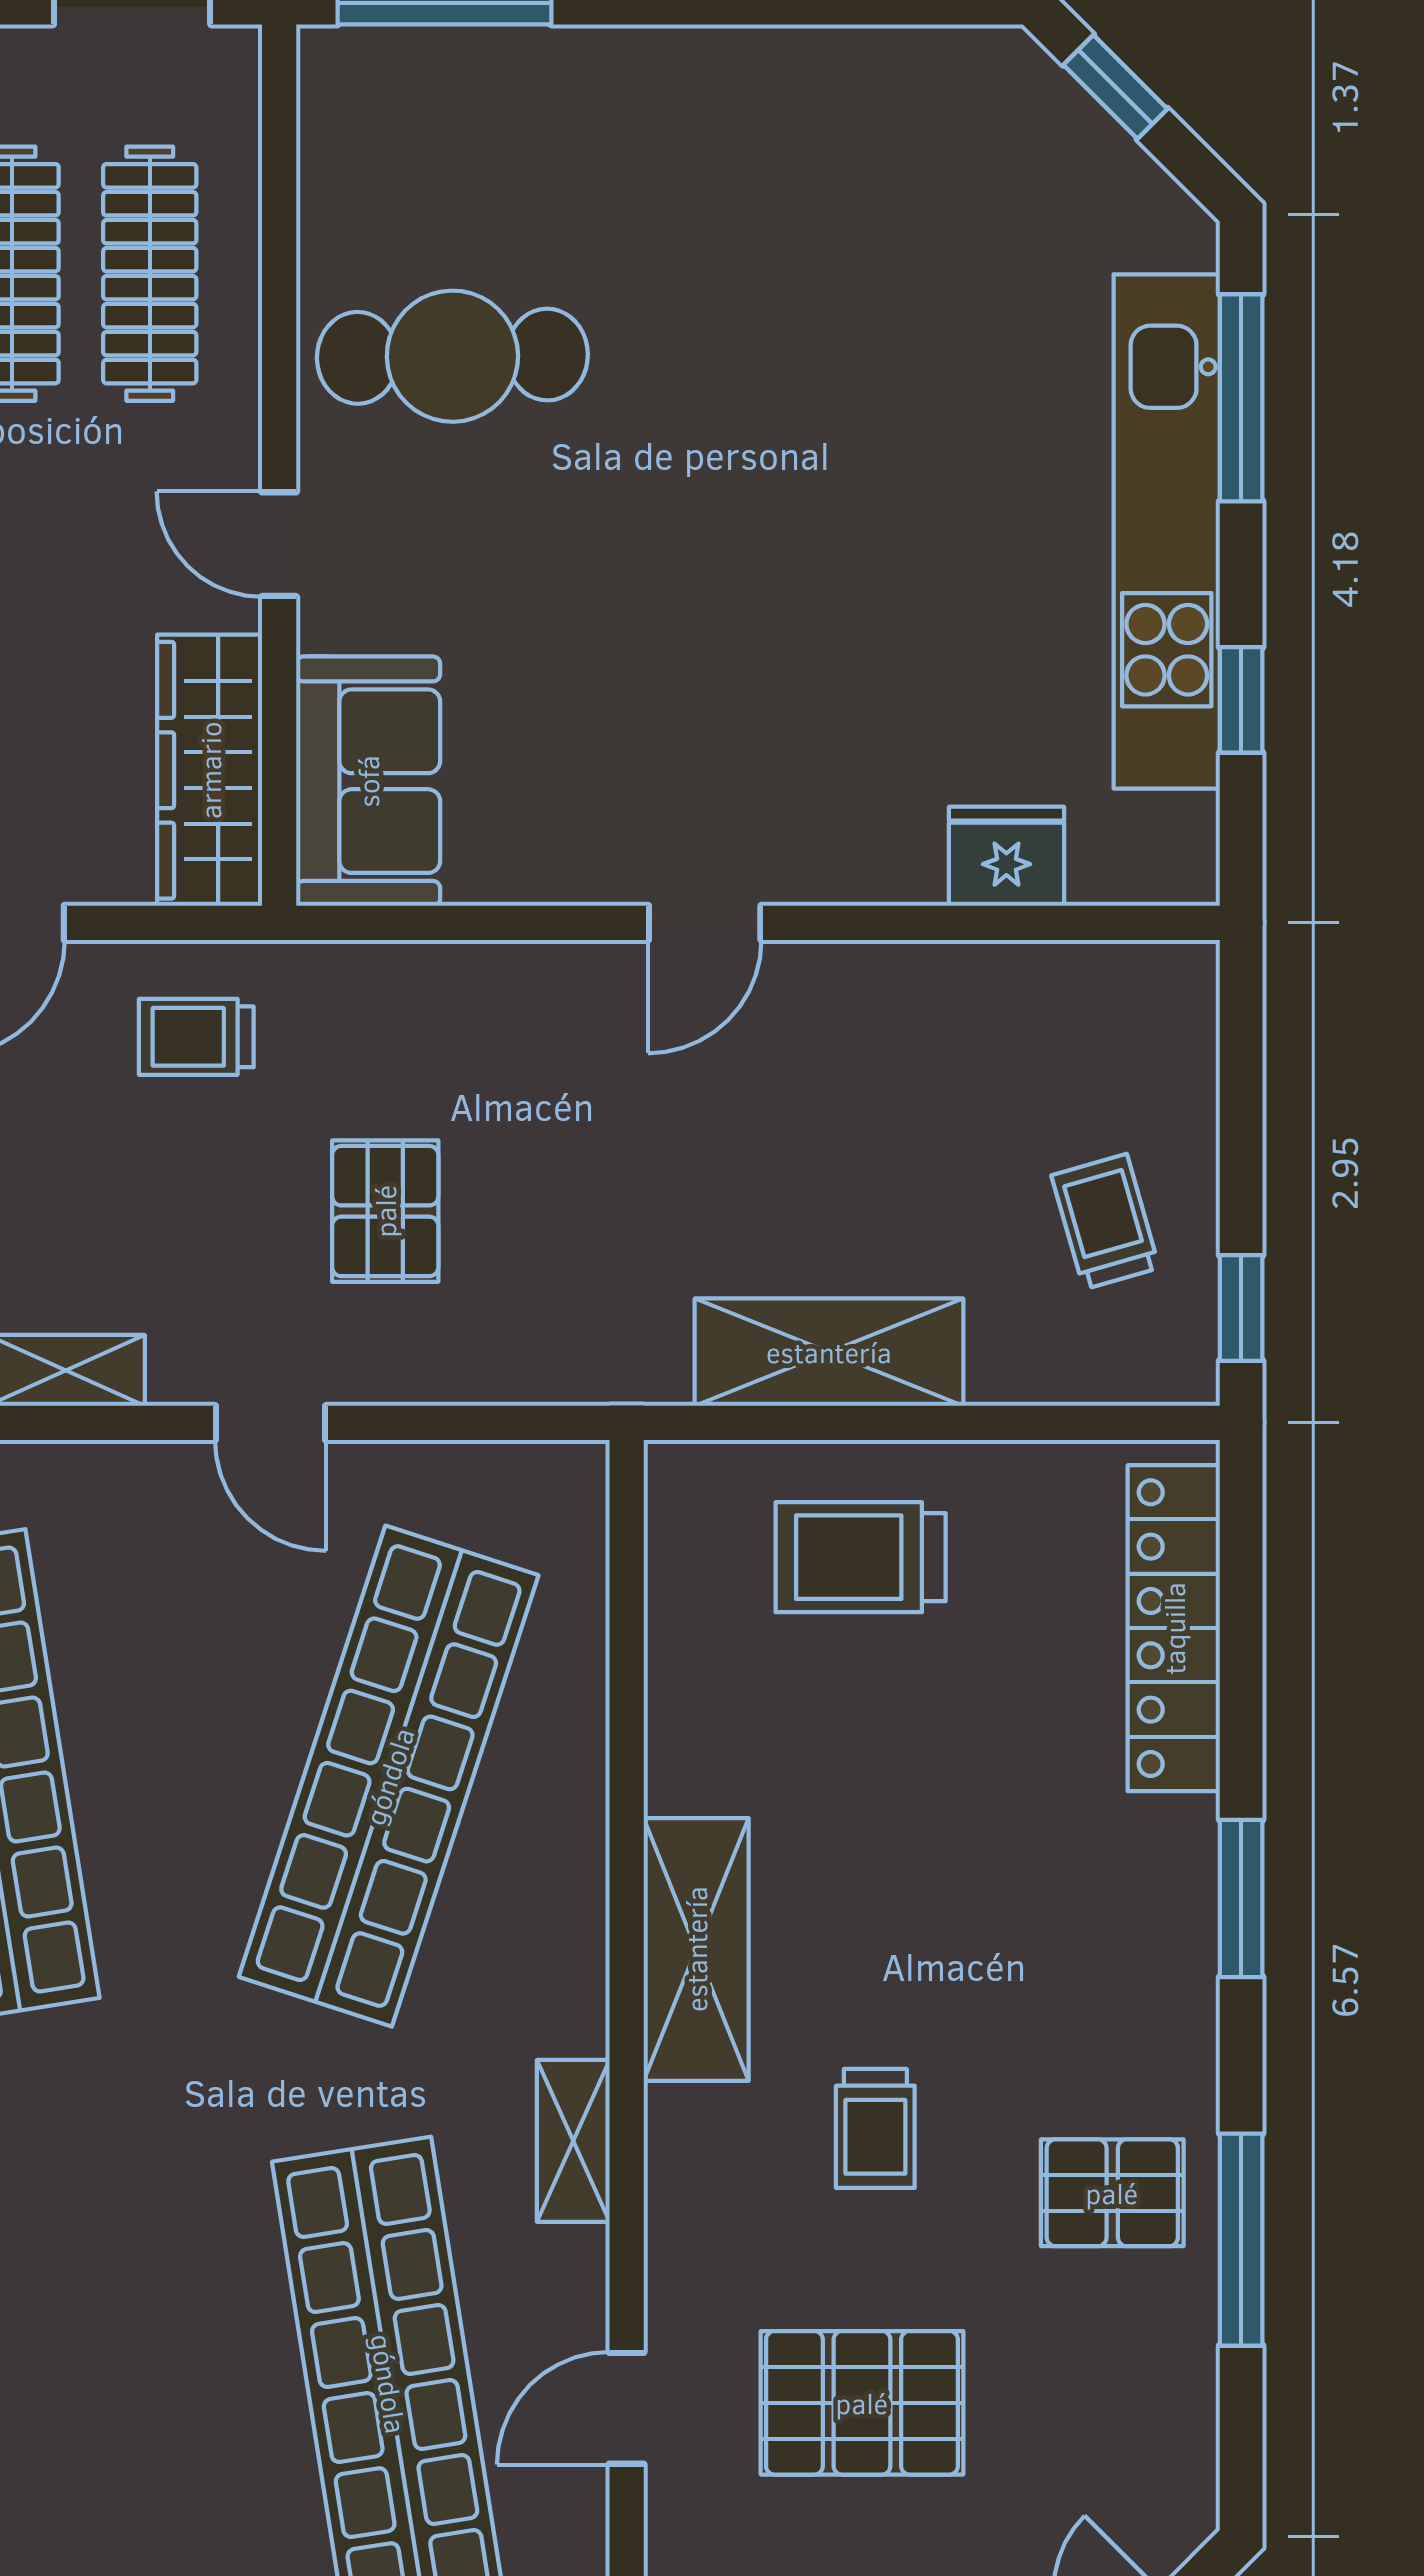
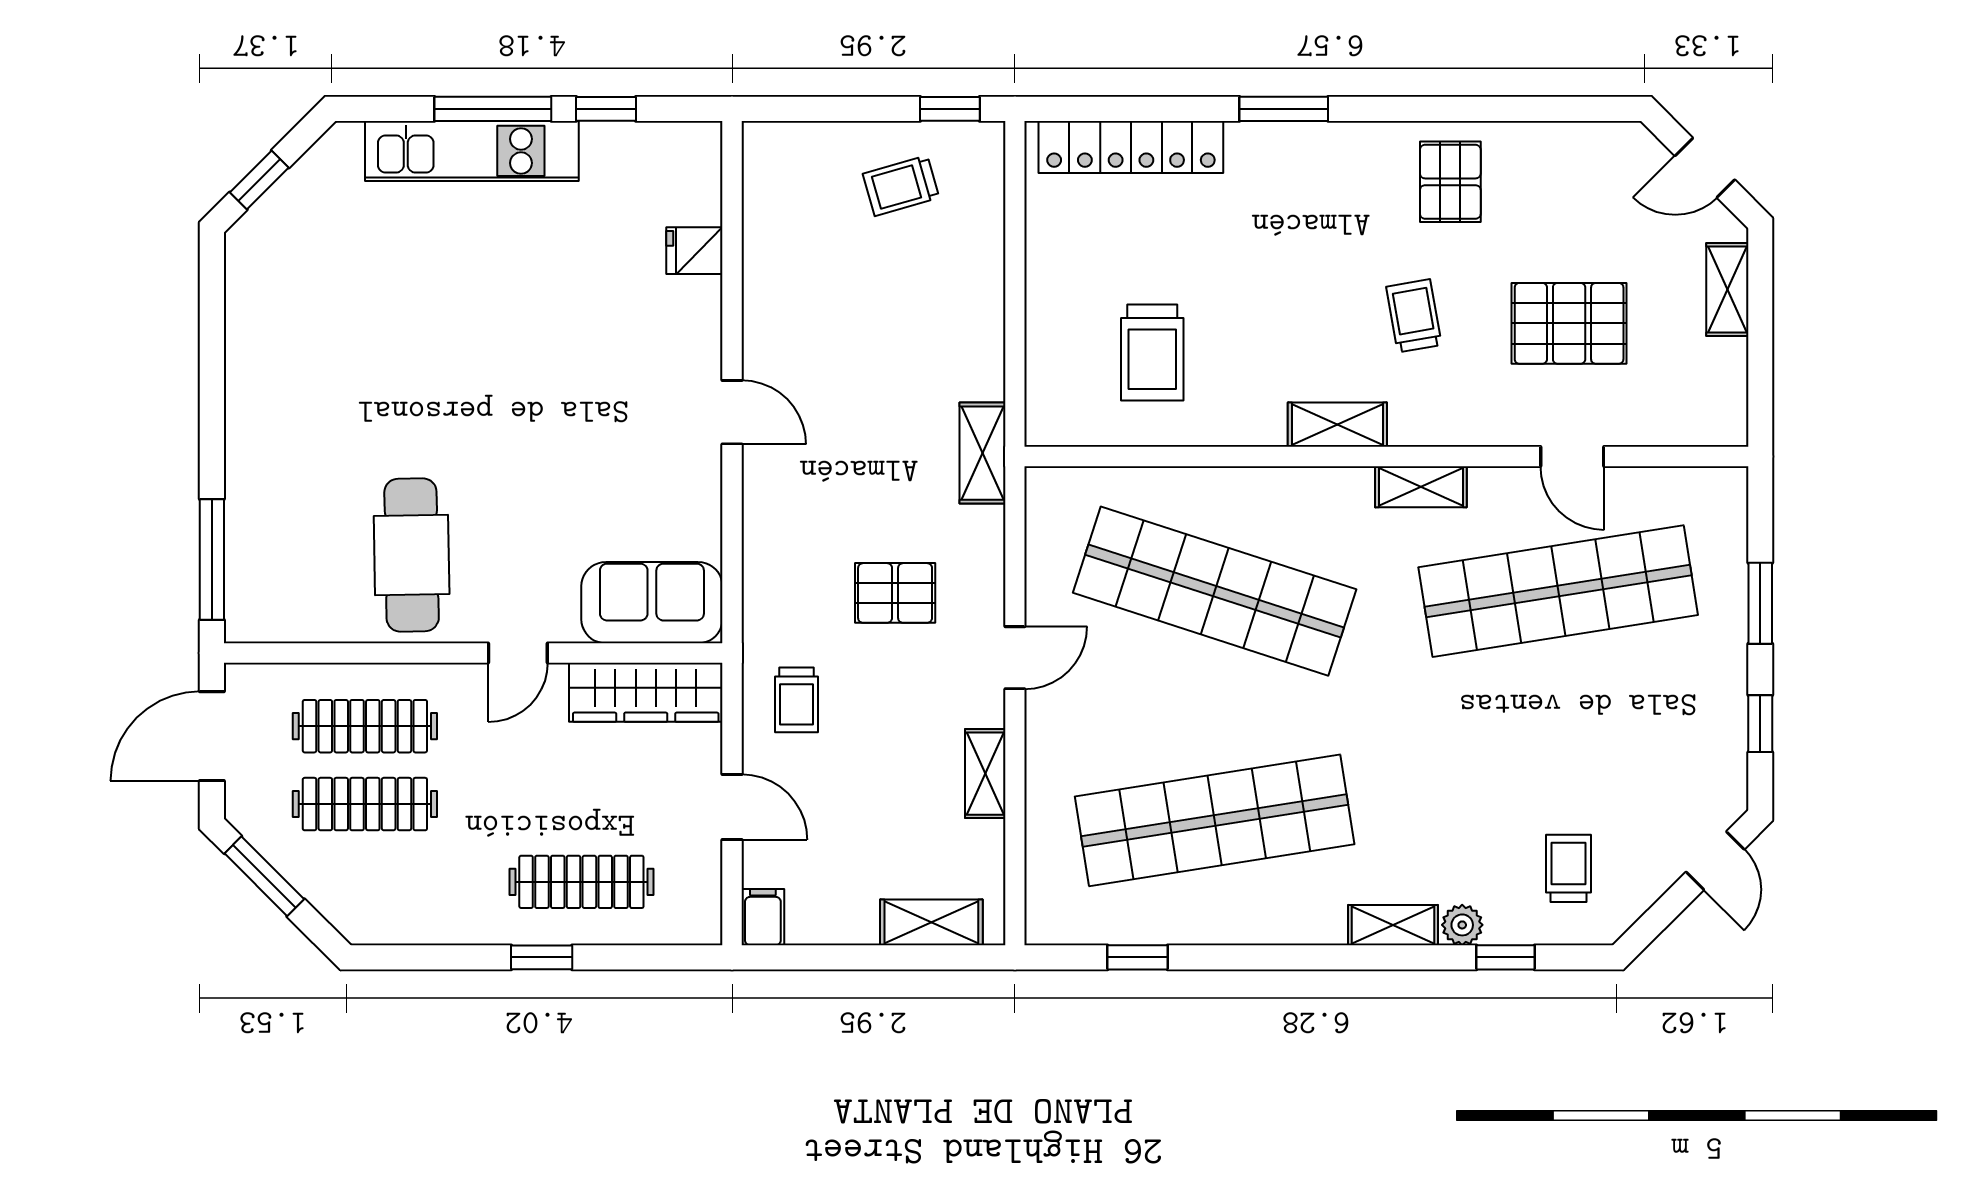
window: (1241, 398) -> (493, 109), moved
kitchen unit: (1167, 531) -> (472, 151), width x0.73
fridge: (1006, 856) -> (694, 251), width x0.72
shelving: (829, 1352) -> (982, 453), moved, width x0.67, depth x0.75
trolley: (861, 1557) -> (1152, 353), moved
shelving: (696, 1949) -> (1337, 425), width x0.67, depth x0.75
trolley: (875, 2128) -> (1414, 316), turned -100
window: (1241, 2240) -> (1477, 109), removed
pallet: (862, 2403) -> (1569, 323), turned 90

